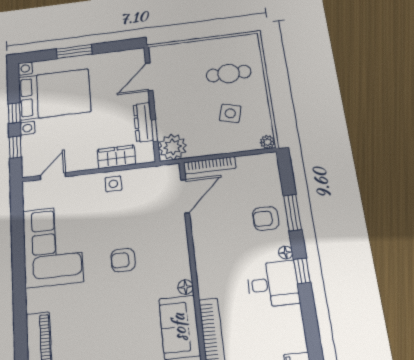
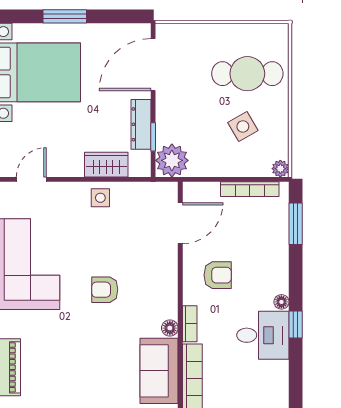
cafe table: (229, 73) -> (247, 74), width x1.37, depth x1.35
door: (149, 77) -> (153, 65), width x1.36
side table: (230, 113) -> (243, 126), turned 45
bookcase: (210, 165) -> (250, 189), moved
window: (293, 213) -> (296, 224), moved
armchair: (266, 218) -> (218, 275), moved, turned 180
bookcase: (204, 281) -> (190, 324), added

